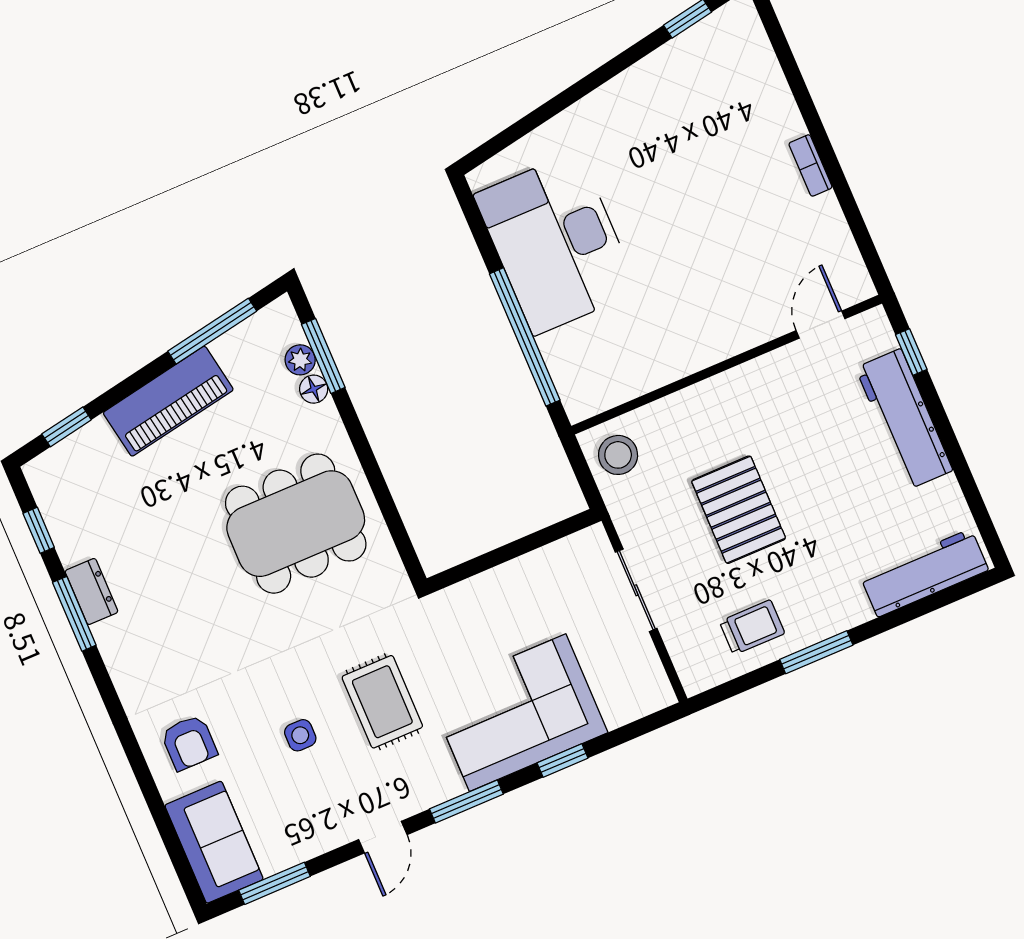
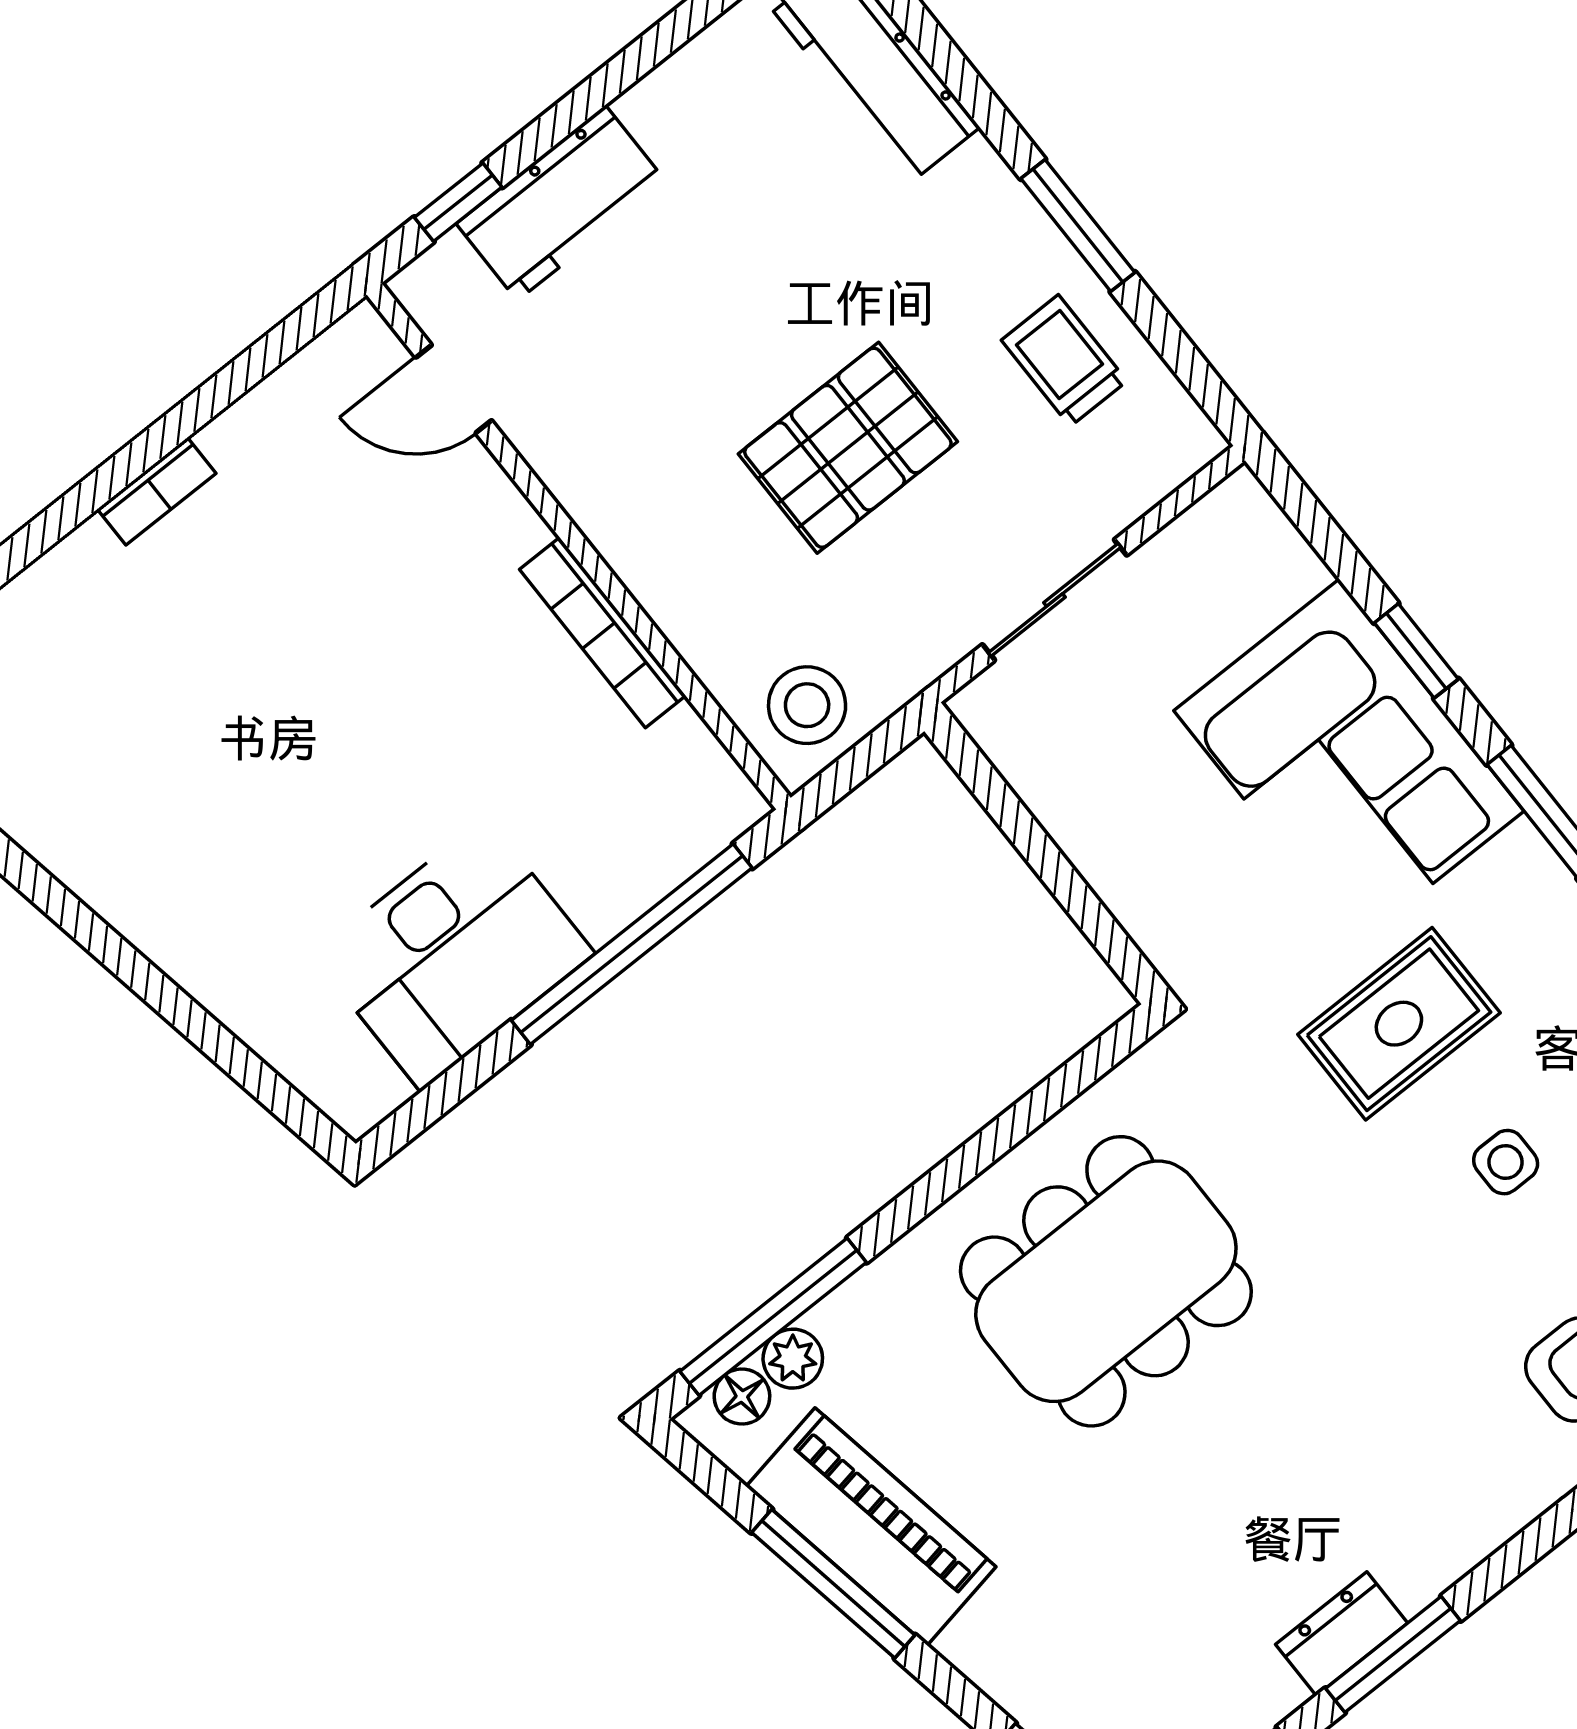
desk: (556, 243) -> (453, 954), width x0.73, depth x0.77
window: (212, 331) -> (833, 1584), moved
window: (323, 356) -> (773, 1317), width x1.44
bookcase: (681, 365) -> (603, 633), added
floor lamp: (314, 389) -> (742, 1396), moved
piano: (168, 401) -> (871, 1527), moved
workbench: (904, 419) -> (561, 203), width x0.73
dining table: (296, 524) -> (1106, 1281), turned 90

